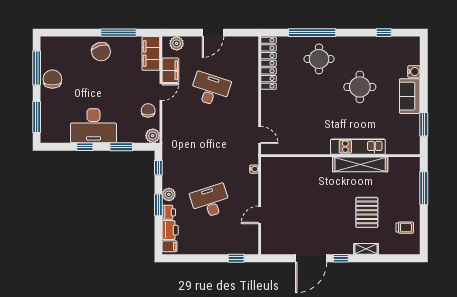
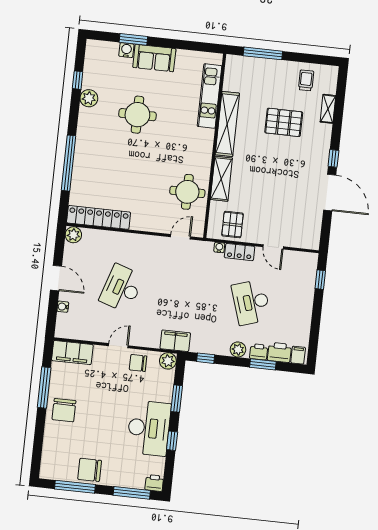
water cooler: (189, 41) -> (63, 307), added
plant: (177, 43) -> (73, 235), moved
plant: (369, 44) -> (89, 98), added
chair: (101, 52) -> (64, 410), turned 106
round table: (319, 59) -> (187, 192), moved
filing cabinet: (170, 70) -> (175, 341), moved
door: (161, 92) -> (118, 346), hinge flipped
window: (424, 124) -> (133, 39), moved
printer: (47, 135) -> (154, 483), added
kitchen unit: (358, 147) -> (210, 96), moved
shelving: (313, 164) -> (221, 179), added
pallet: (275, 178) -> (233, 225), added
locker: (252, 187) -> (240, 252), added
window: (158, 205) -> (263, 364), moved
shelving: (366, 249) -> (328, 109), moved

